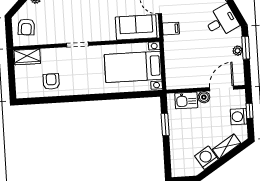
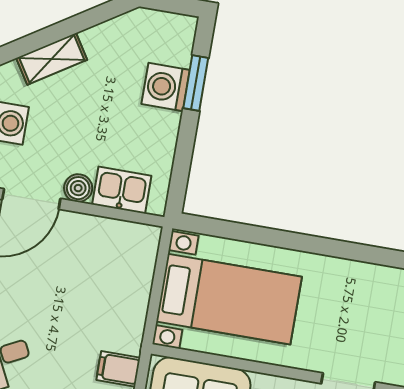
window: (165, 124) -> (196, 83), moved
washing machine: (206, 158) -> (166, 87), moved, turned 123

